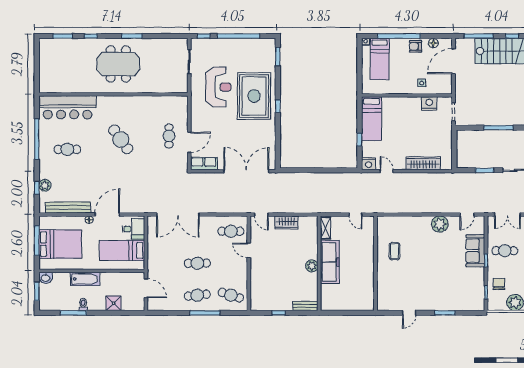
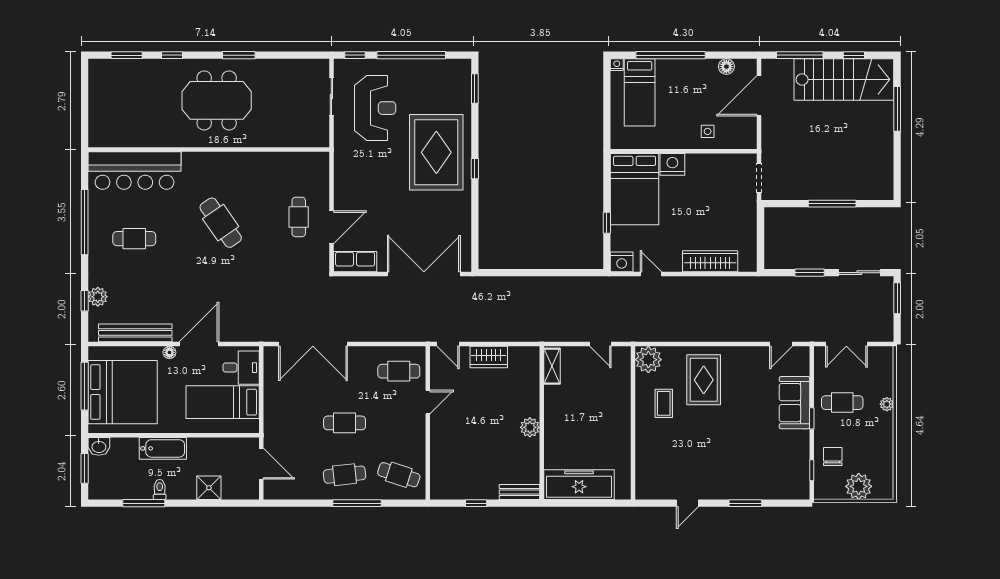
armchair: (416, 46) -> (698, 72), removed
reception desk: (218, 87) -> (375, 108), moved
nightstand: (429, 104) -> (672, 164), moved
bed: (372, 119) -> (635, 189), width x1.50
plant: (440, 224) -> (648, 360), moved
rug: (419, 237) -> (704, 380), added
bed: (60, 244) -> (123, 392), width x1.36
door: (249, 250) -> (428, 402), swing flipped
freezer: (330, 262) -> (579, 485), moved, turned -90

